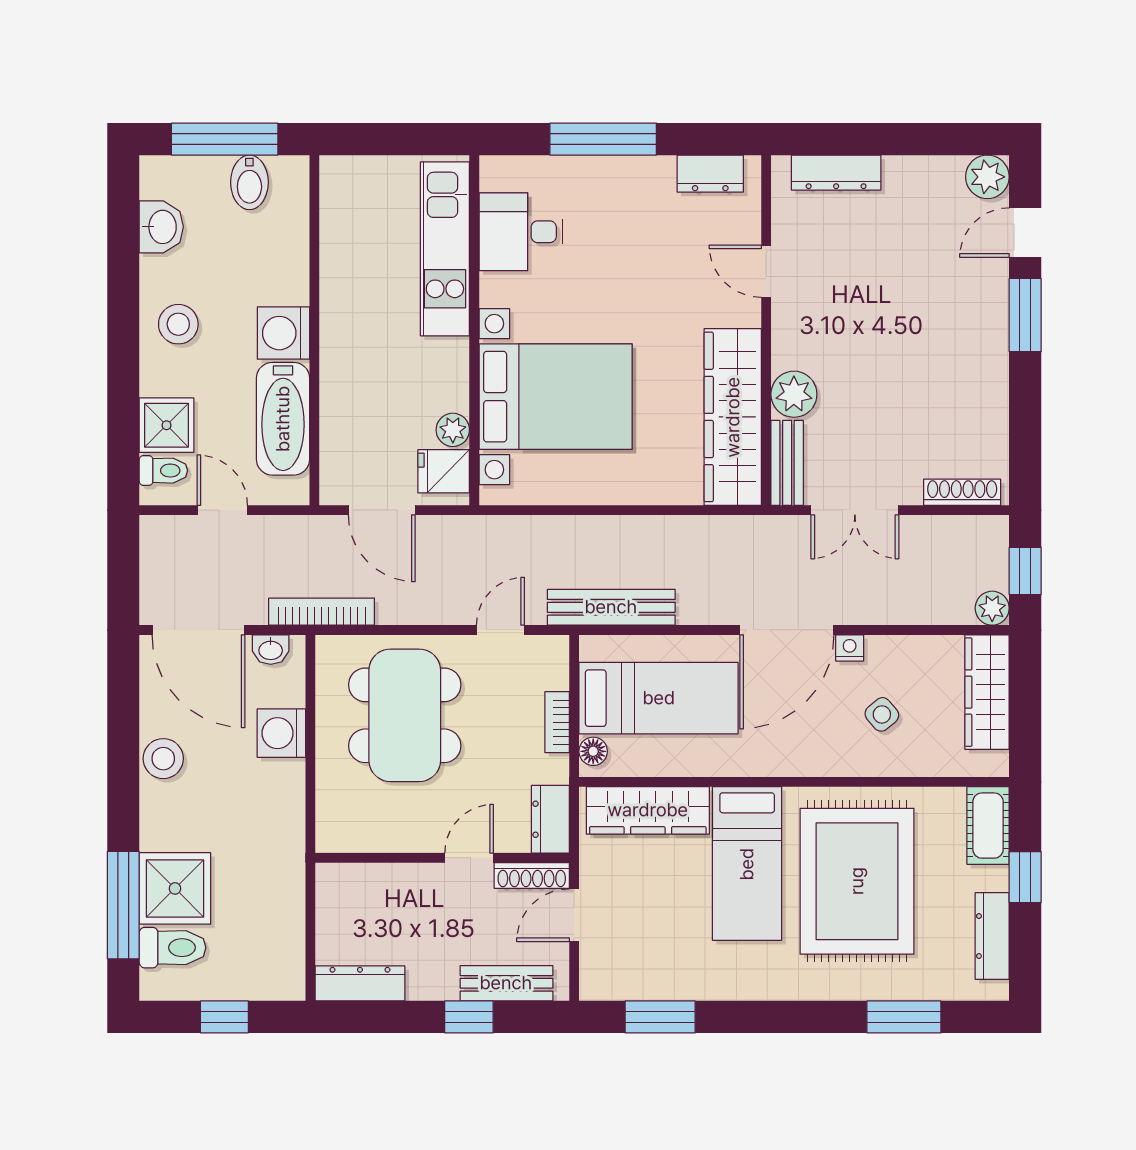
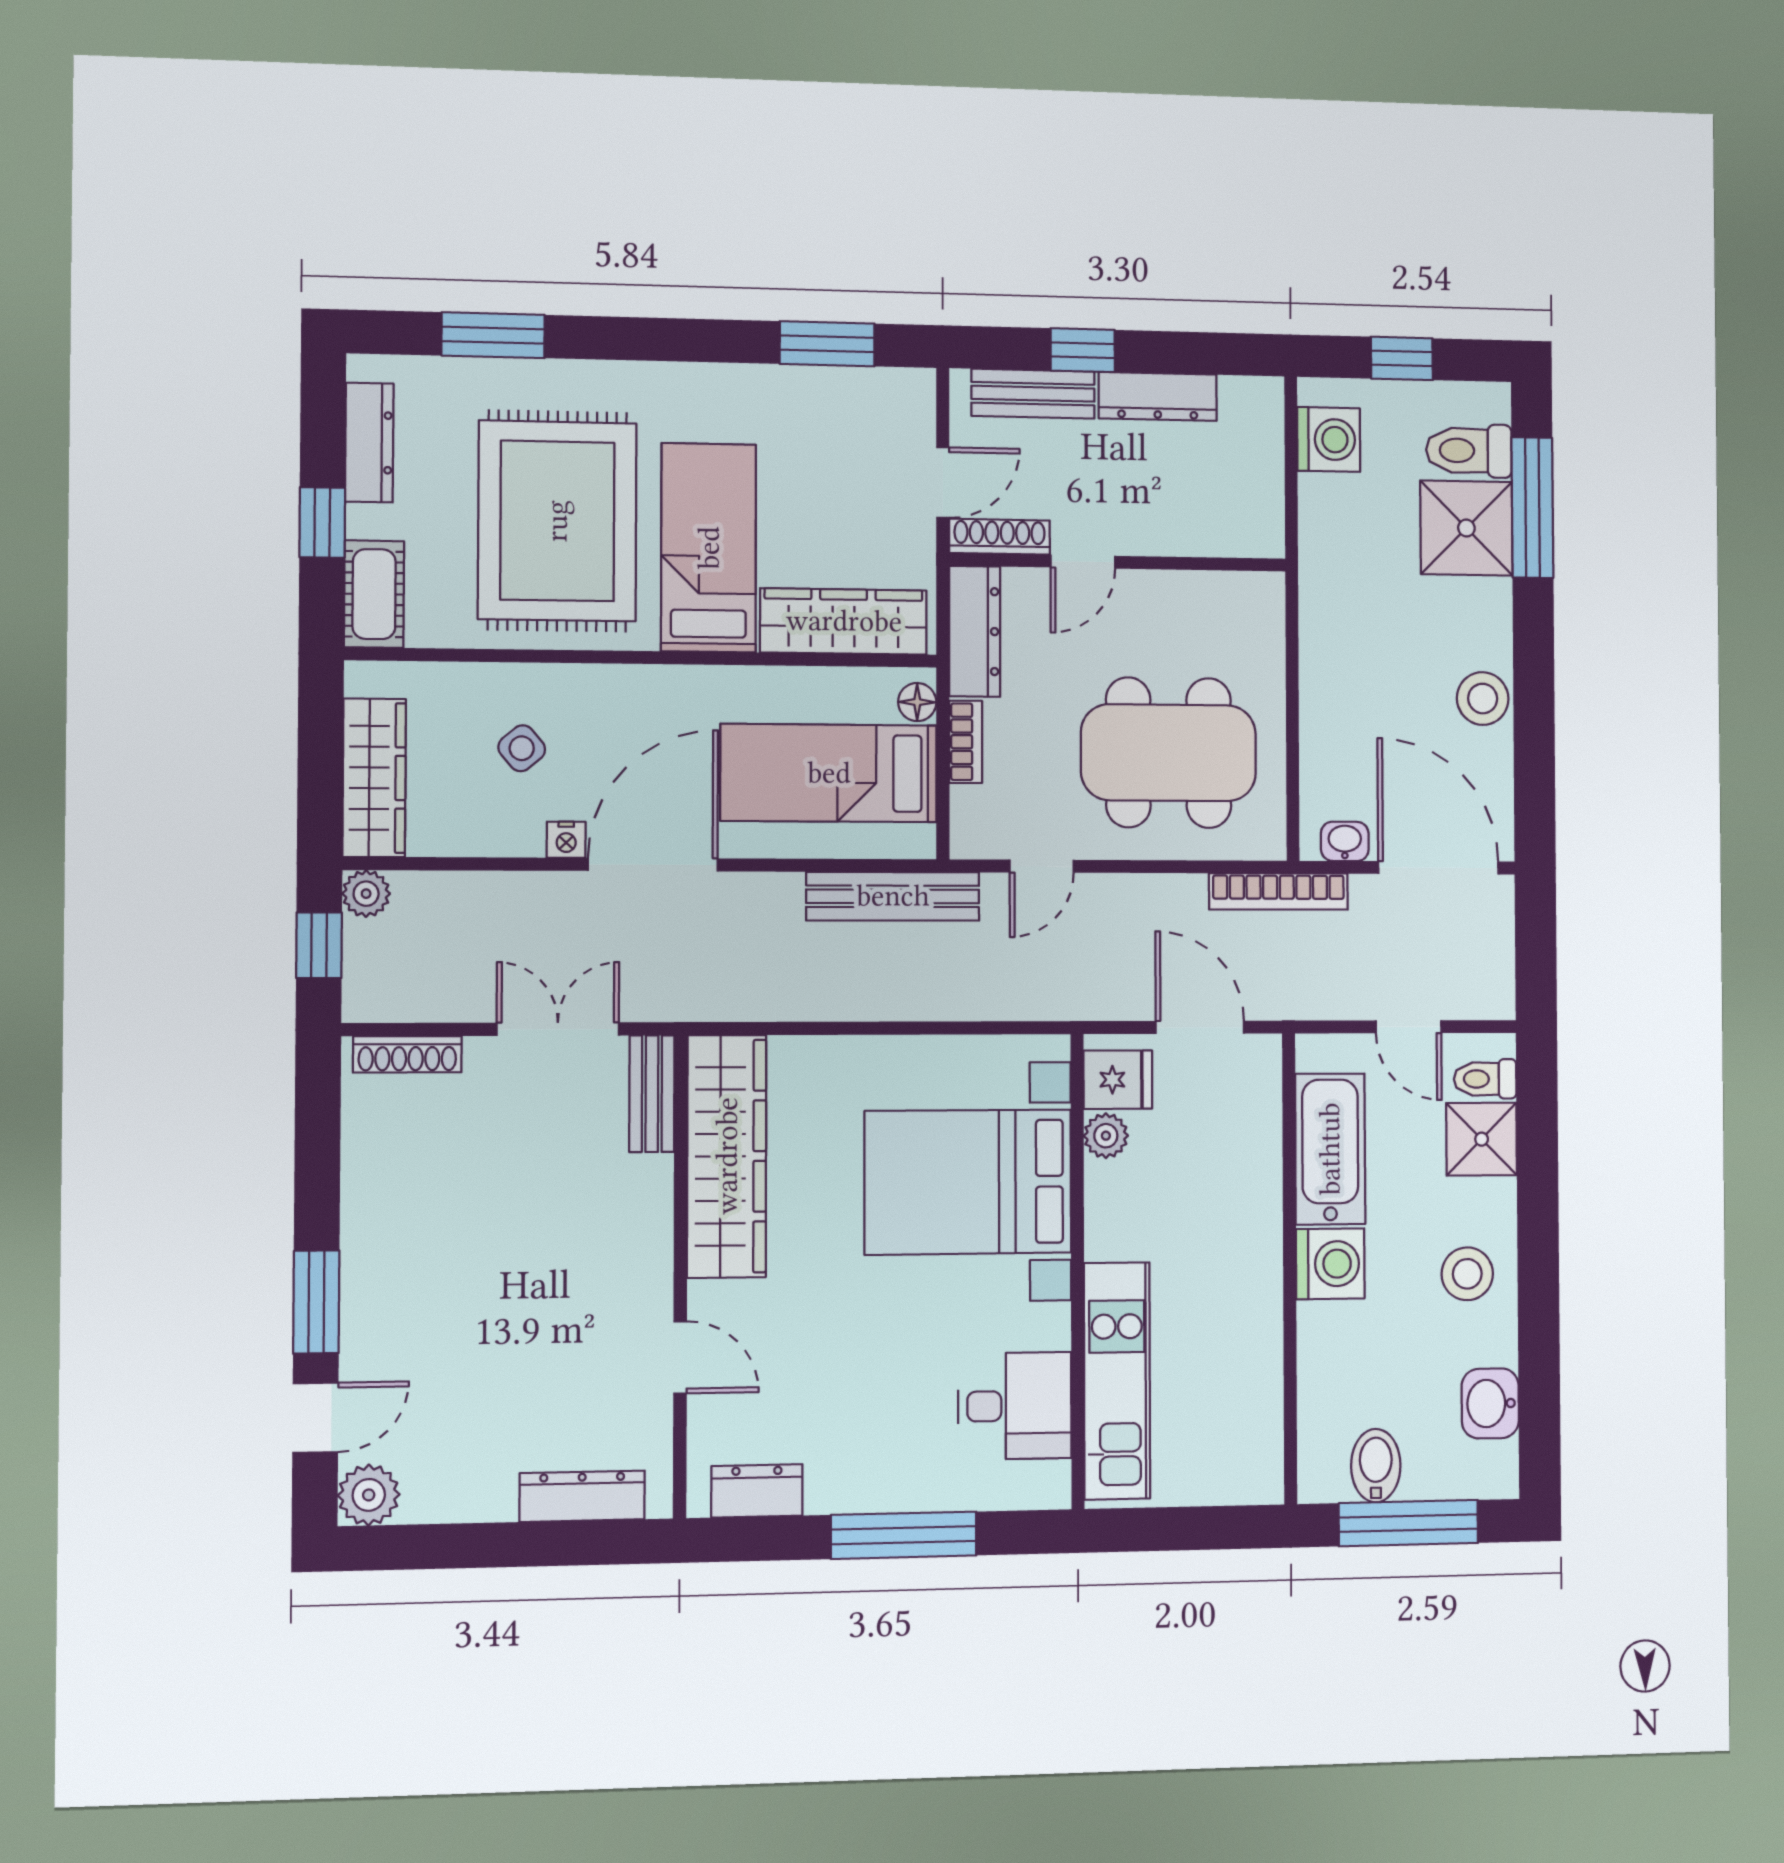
plant: (794, 394) -> (642, 1188), removed
dining table: (405, 715) -> (1169, 753), turned 90
washing machine: (281, 733) -> (1329, 439), moved
dresser: (550, 819) -> (975, 631), width x1.44
dresser: (360, 983) -> (1158, 396), moved

